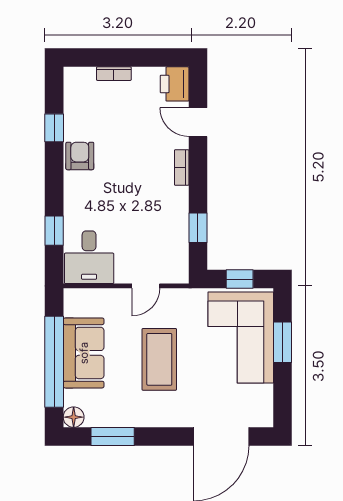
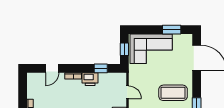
printer: (175, 84) -> (90, 79), moved
window: (282, 342) -> (172, 30), moved
coffee table: (159, 359) -> (173, 93), moved

